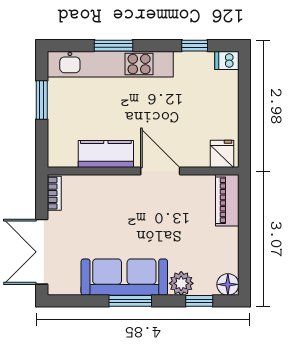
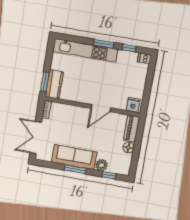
window: (114, 46) -> (104, 44), moved
window: (42, 100) -> (45, 82), moved
kitchen counter: (106, 154) -> (54, 84), moved, turned 90
door: (160, 171) -> (101, 108), swing flipped
floor lamp: (228, 284) -> (128, 147), moved

